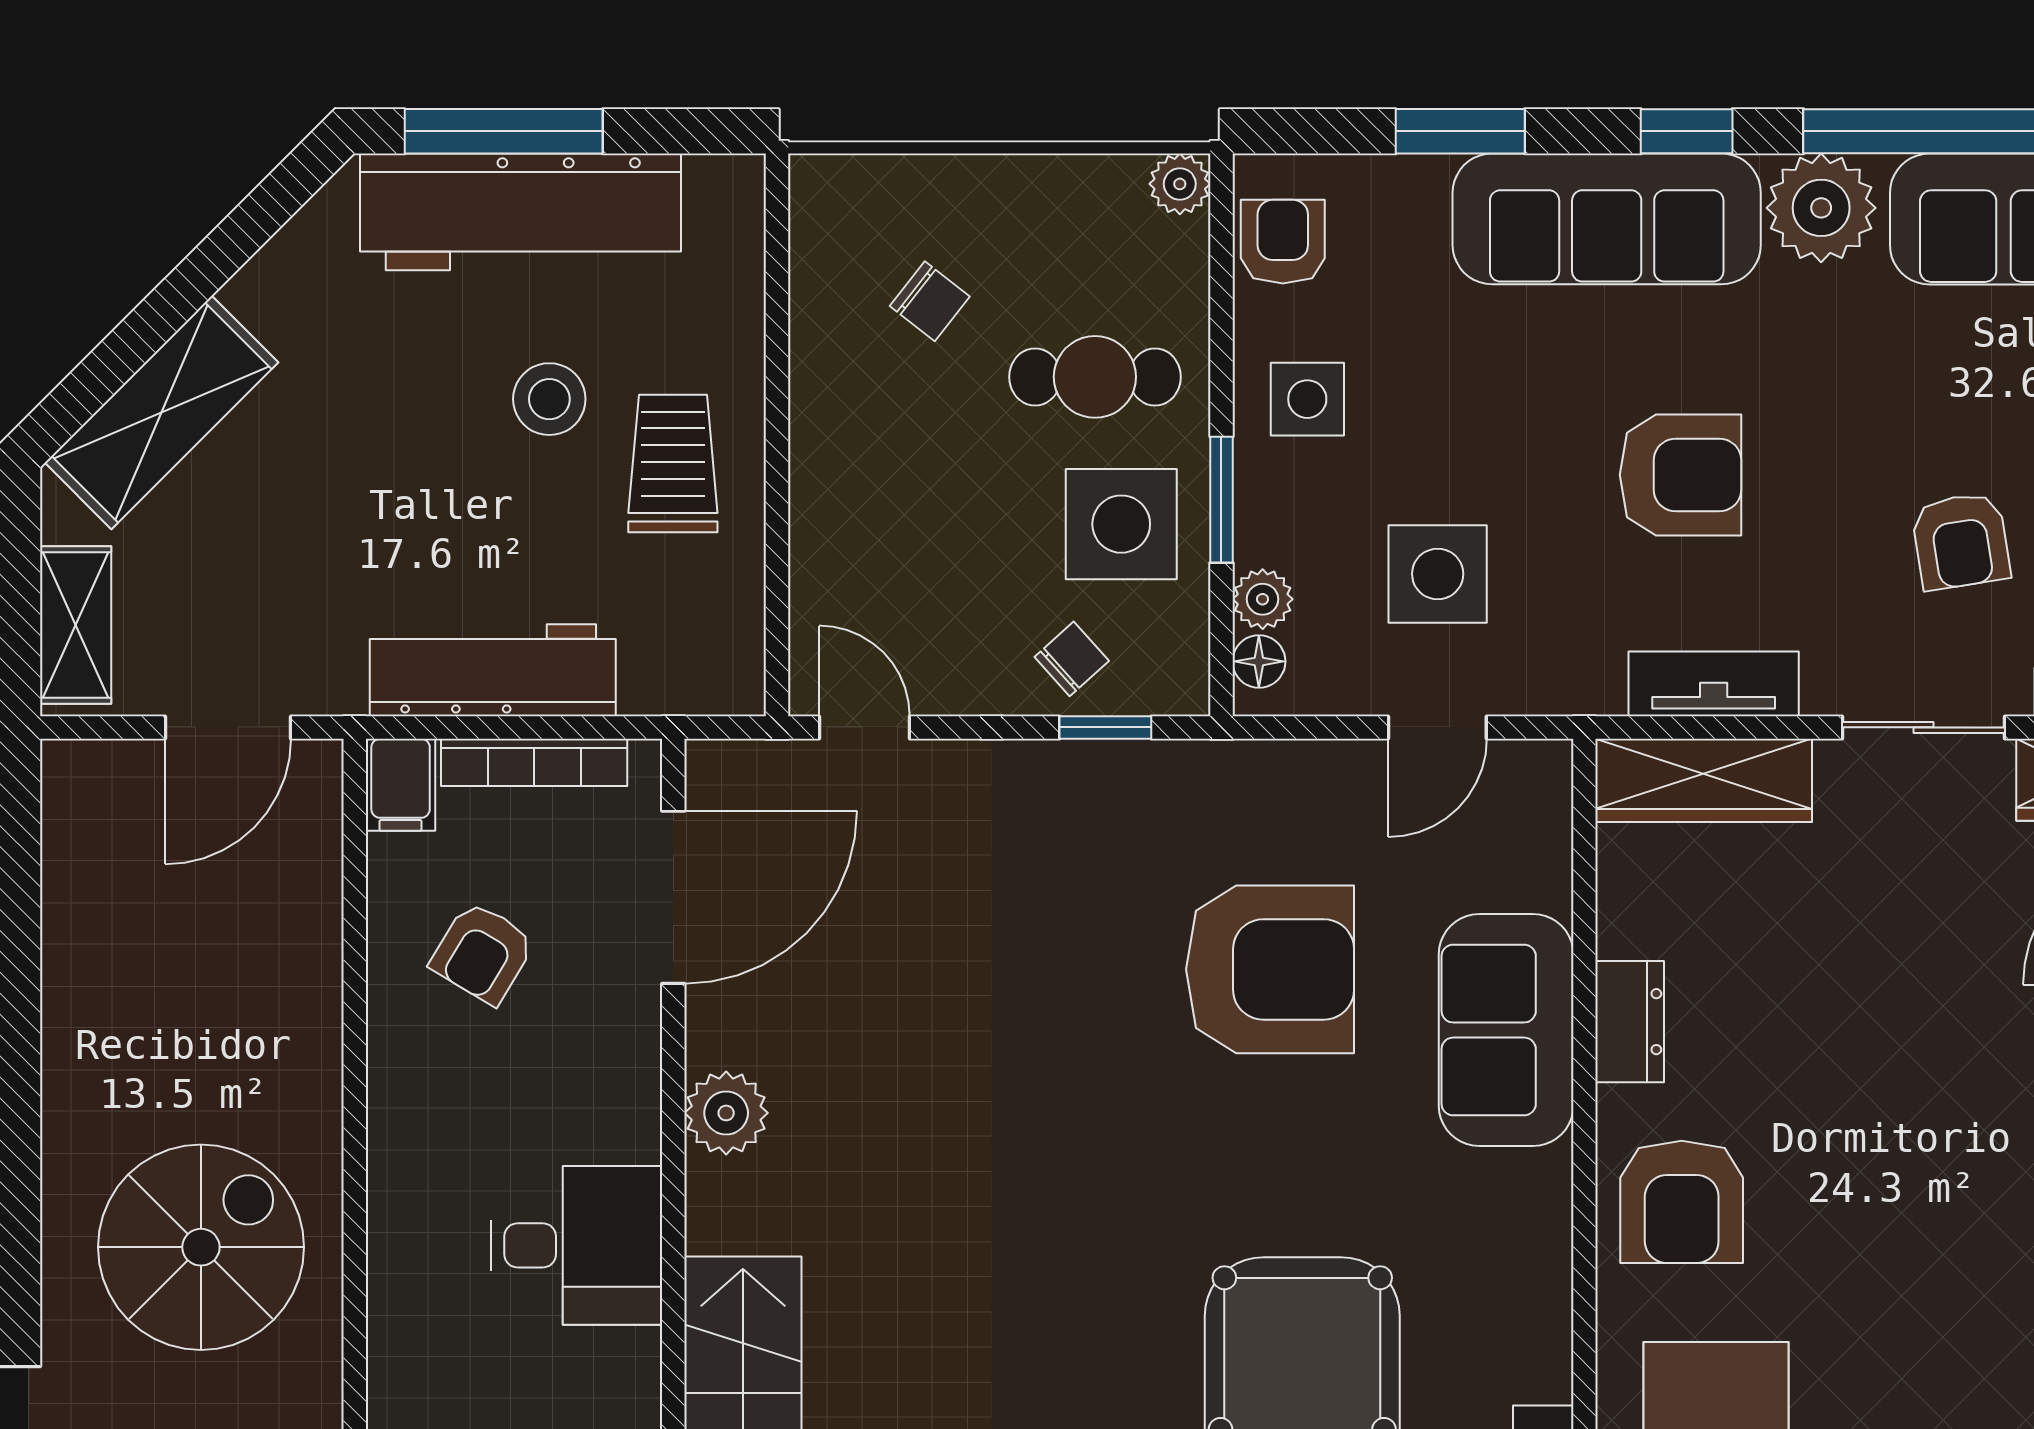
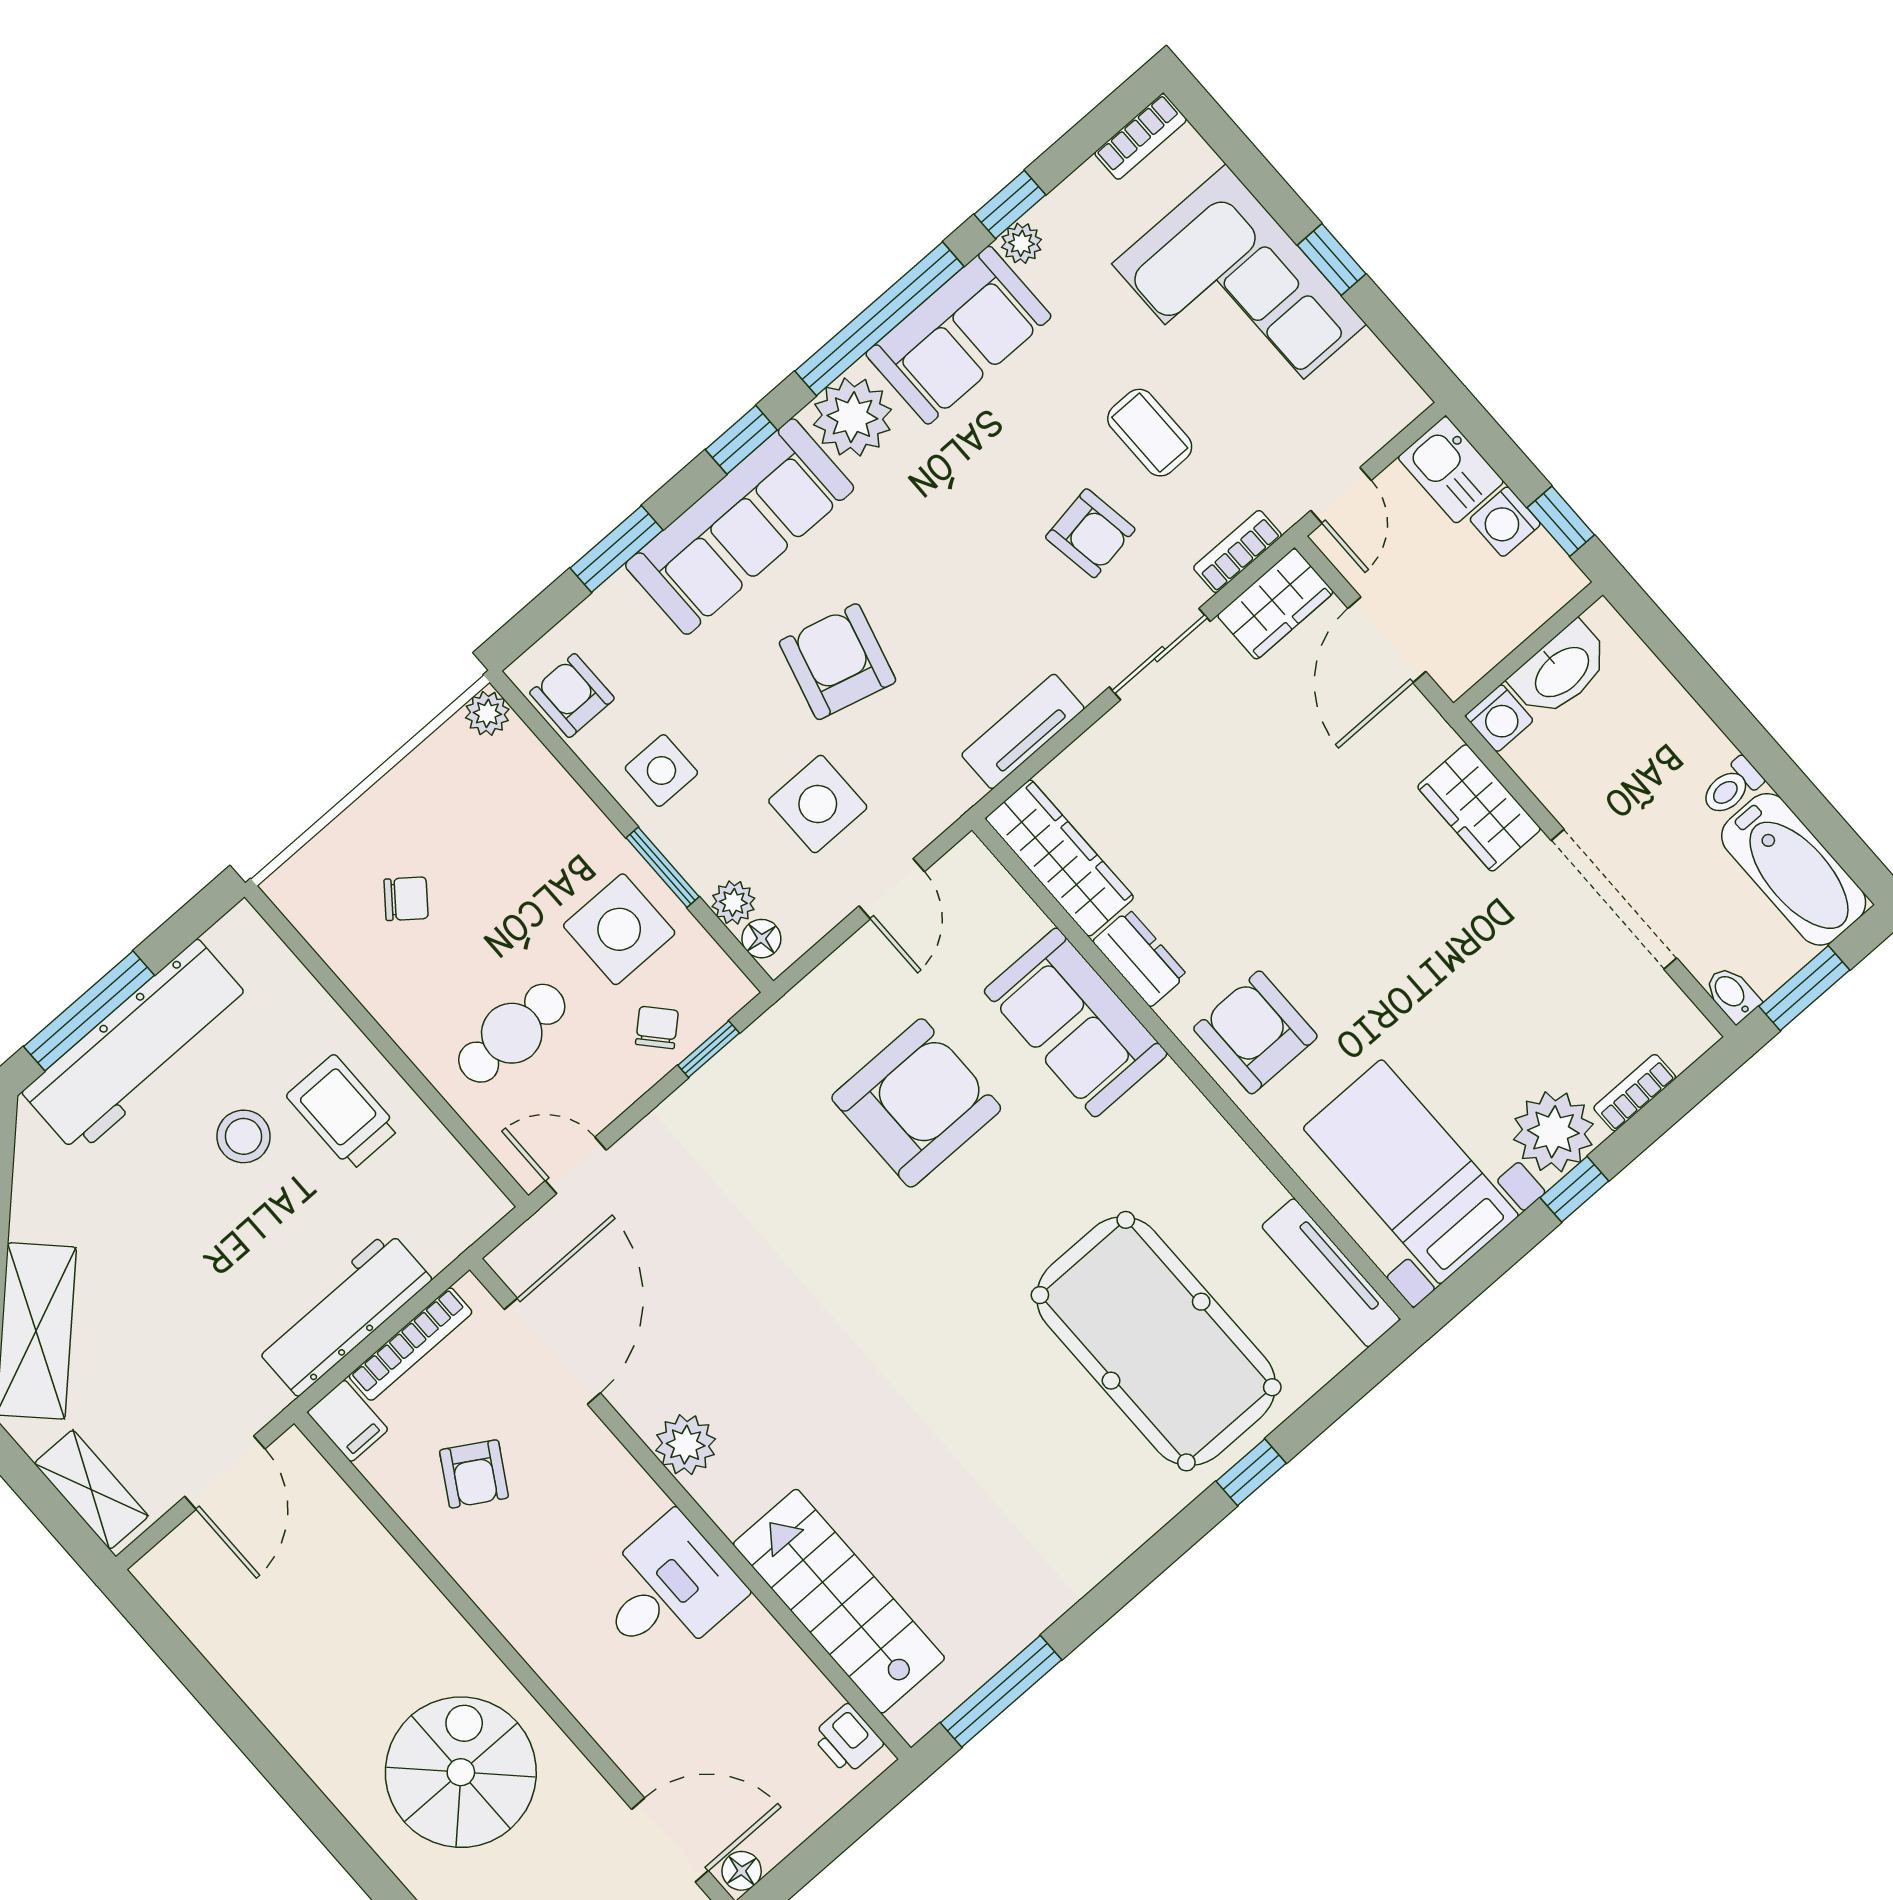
cafe table: (1095, 377) -> (512, 1033), moved
armchair: (1681, 475) -> (838, 662), moved, turned -75
wardrobe: (1704, 780) -> (1060, 858), moved, turned -90
armchair: (1682, 1202) -> (1255, 1032), turned 180

